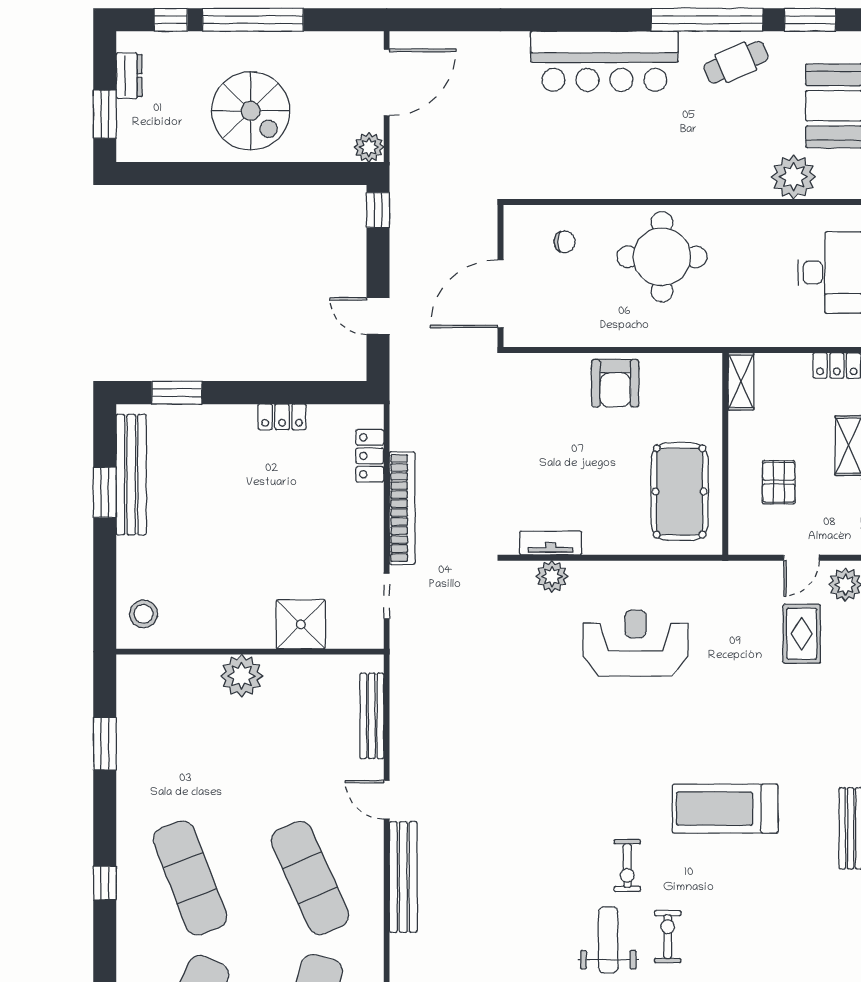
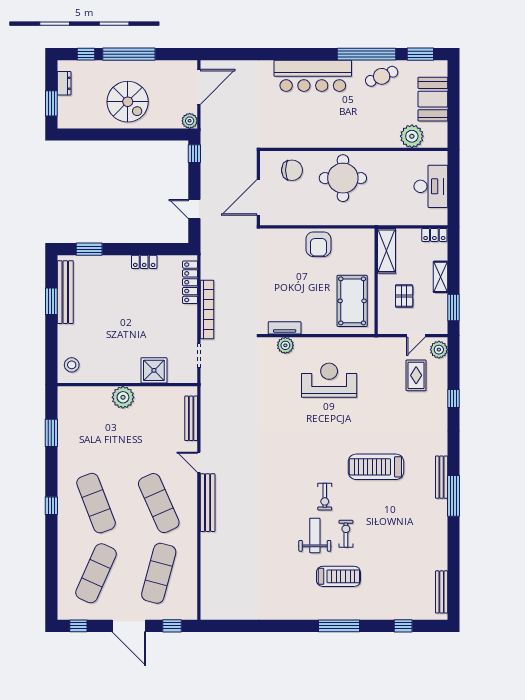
chair: (565, 242) -> (292, 170), width x1.87, depth x1.87
shelving: (741, 381) -> (387, 251), width x1.50, depth x1.33
locker: (370, 456) -> (190, 282), width x1.53

